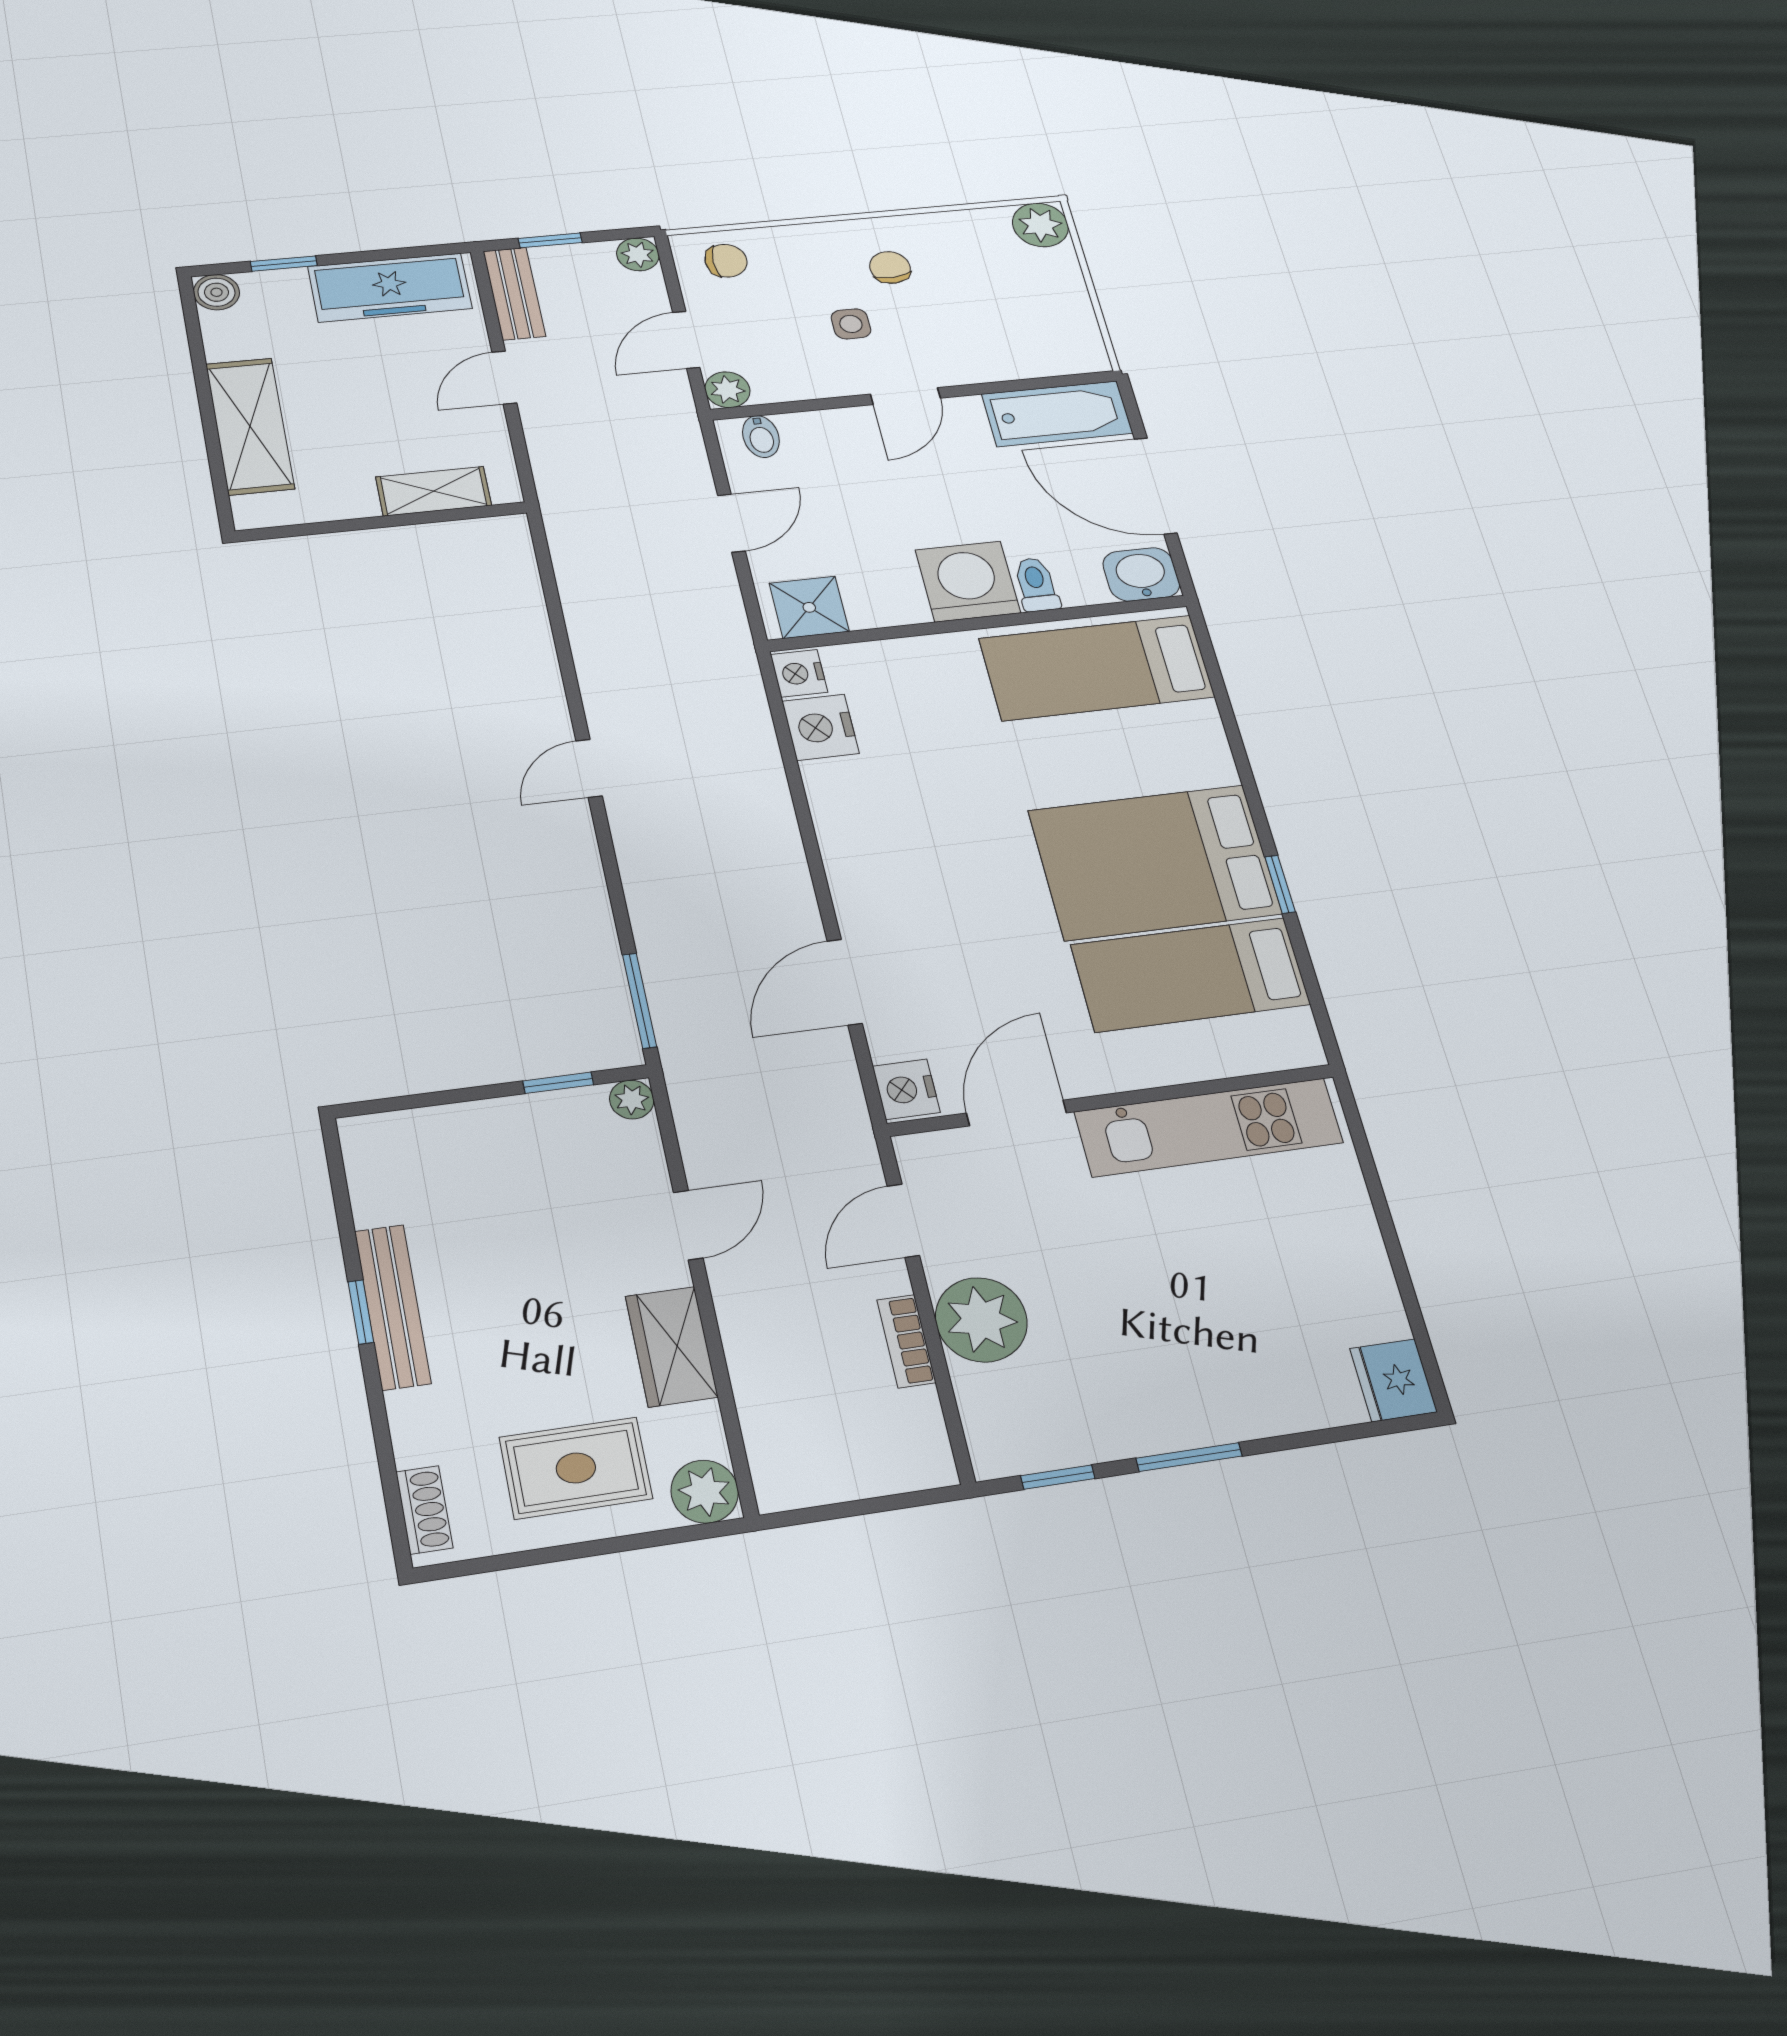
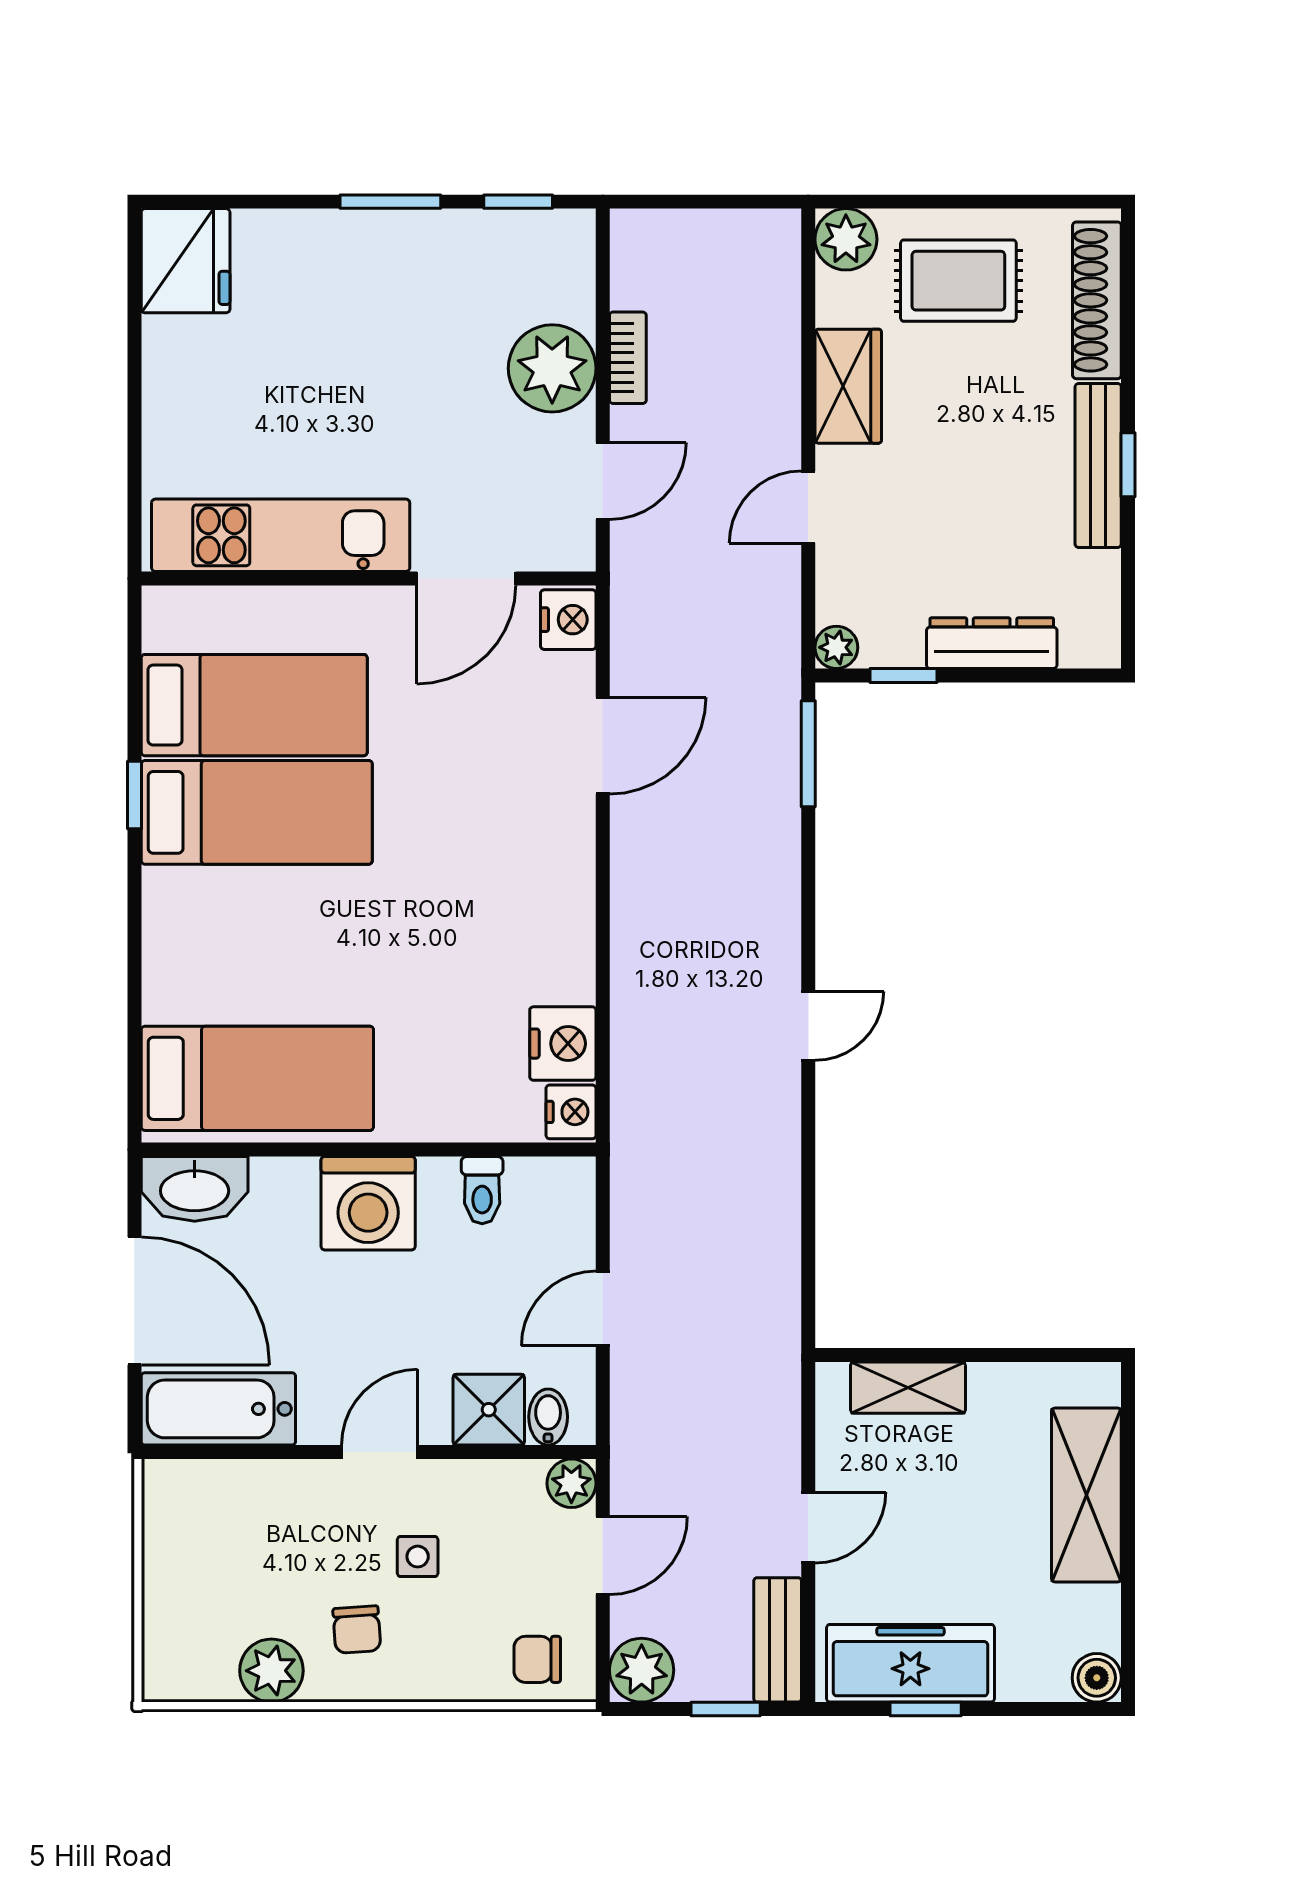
plant: (1040, 225) -> (271, 1671), moved
plant: (638, 254) -> (642, 1670), width x1.38, depth x1.38
window: (284, 264) -> (926, 1709), moved
washbasin: (1141, 574) -> (195, 1189), width x1.38
toilet: (1036, 585) -> (482, 1190), moved
shower: (809, 607) -> (489, 1410), moved
bed: (1155, 862) -> (257, 812), width x0.67
dresser: (474, 1124) -> (992, 643), added
fridge: (1393, 1380) -> (186, 261), width x1.36, depth x1.34
shoe rack: (424, 1510) -> (1097, 300), width x1.94, depth x1.24

